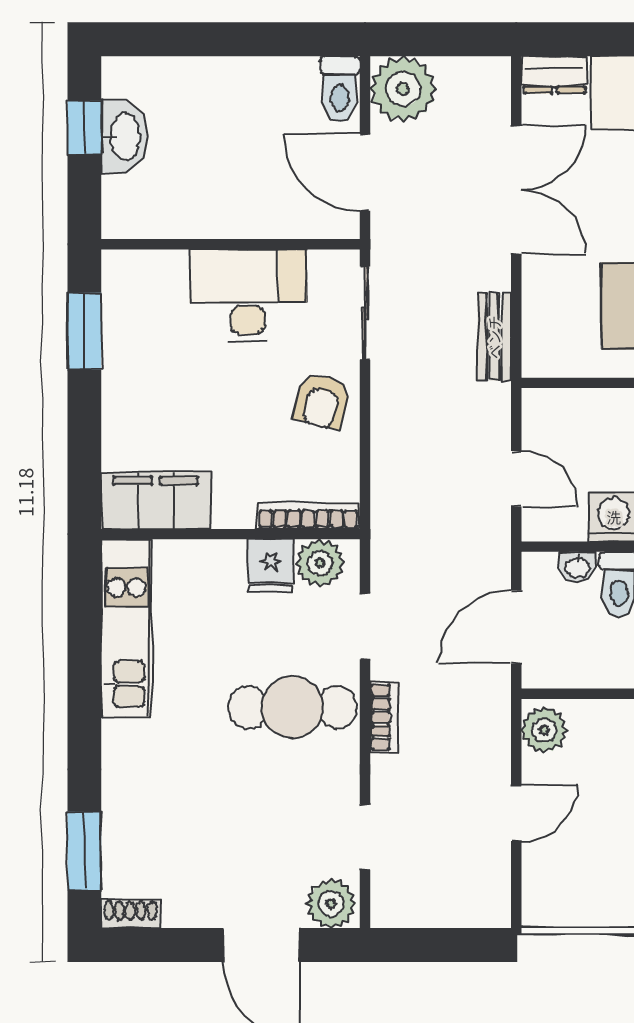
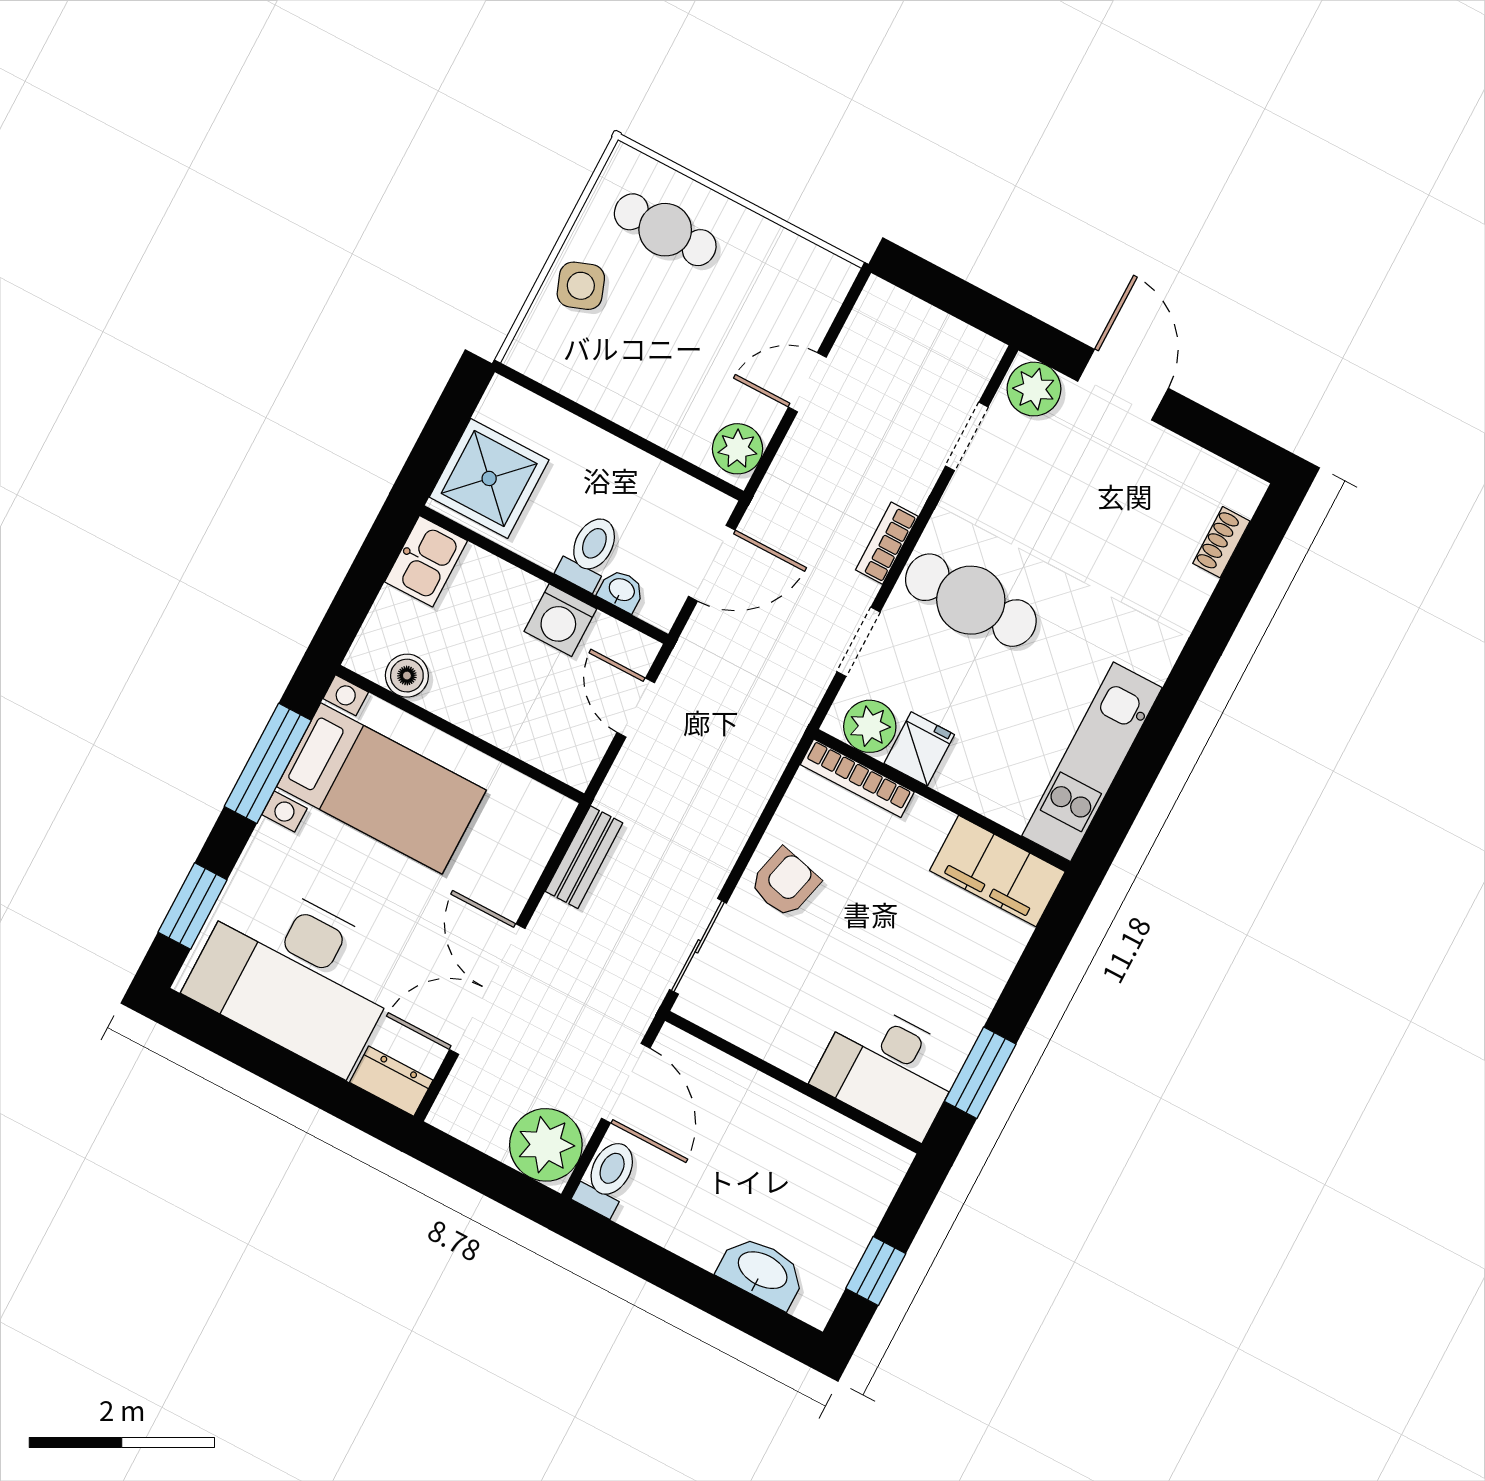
washbasin: (124, 137) -> (762, 1271), moved, turned 90
desk: (248, 295) -> (889, 1069), moved
window: (84, 851) -> (1247, 567), removed
shoe rack: (130, 914) -> (1221, 542), moved, turned 90

